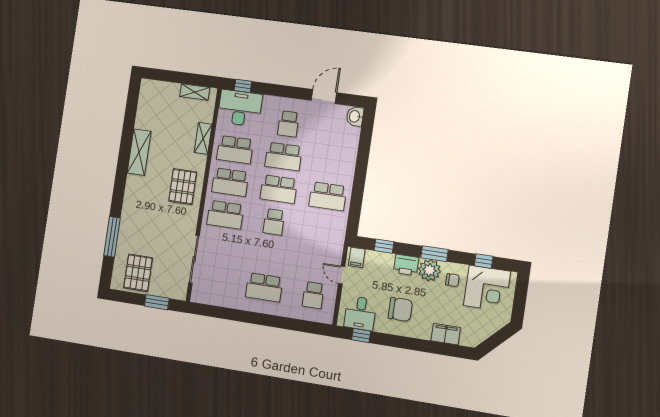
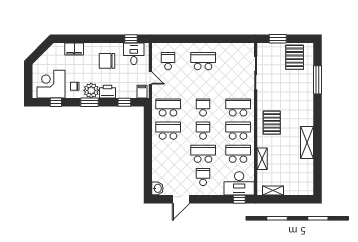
school desk: (279, 189) -> (203, 131), width x0.54
school desk: (323, 229) -> (168, 107), added

